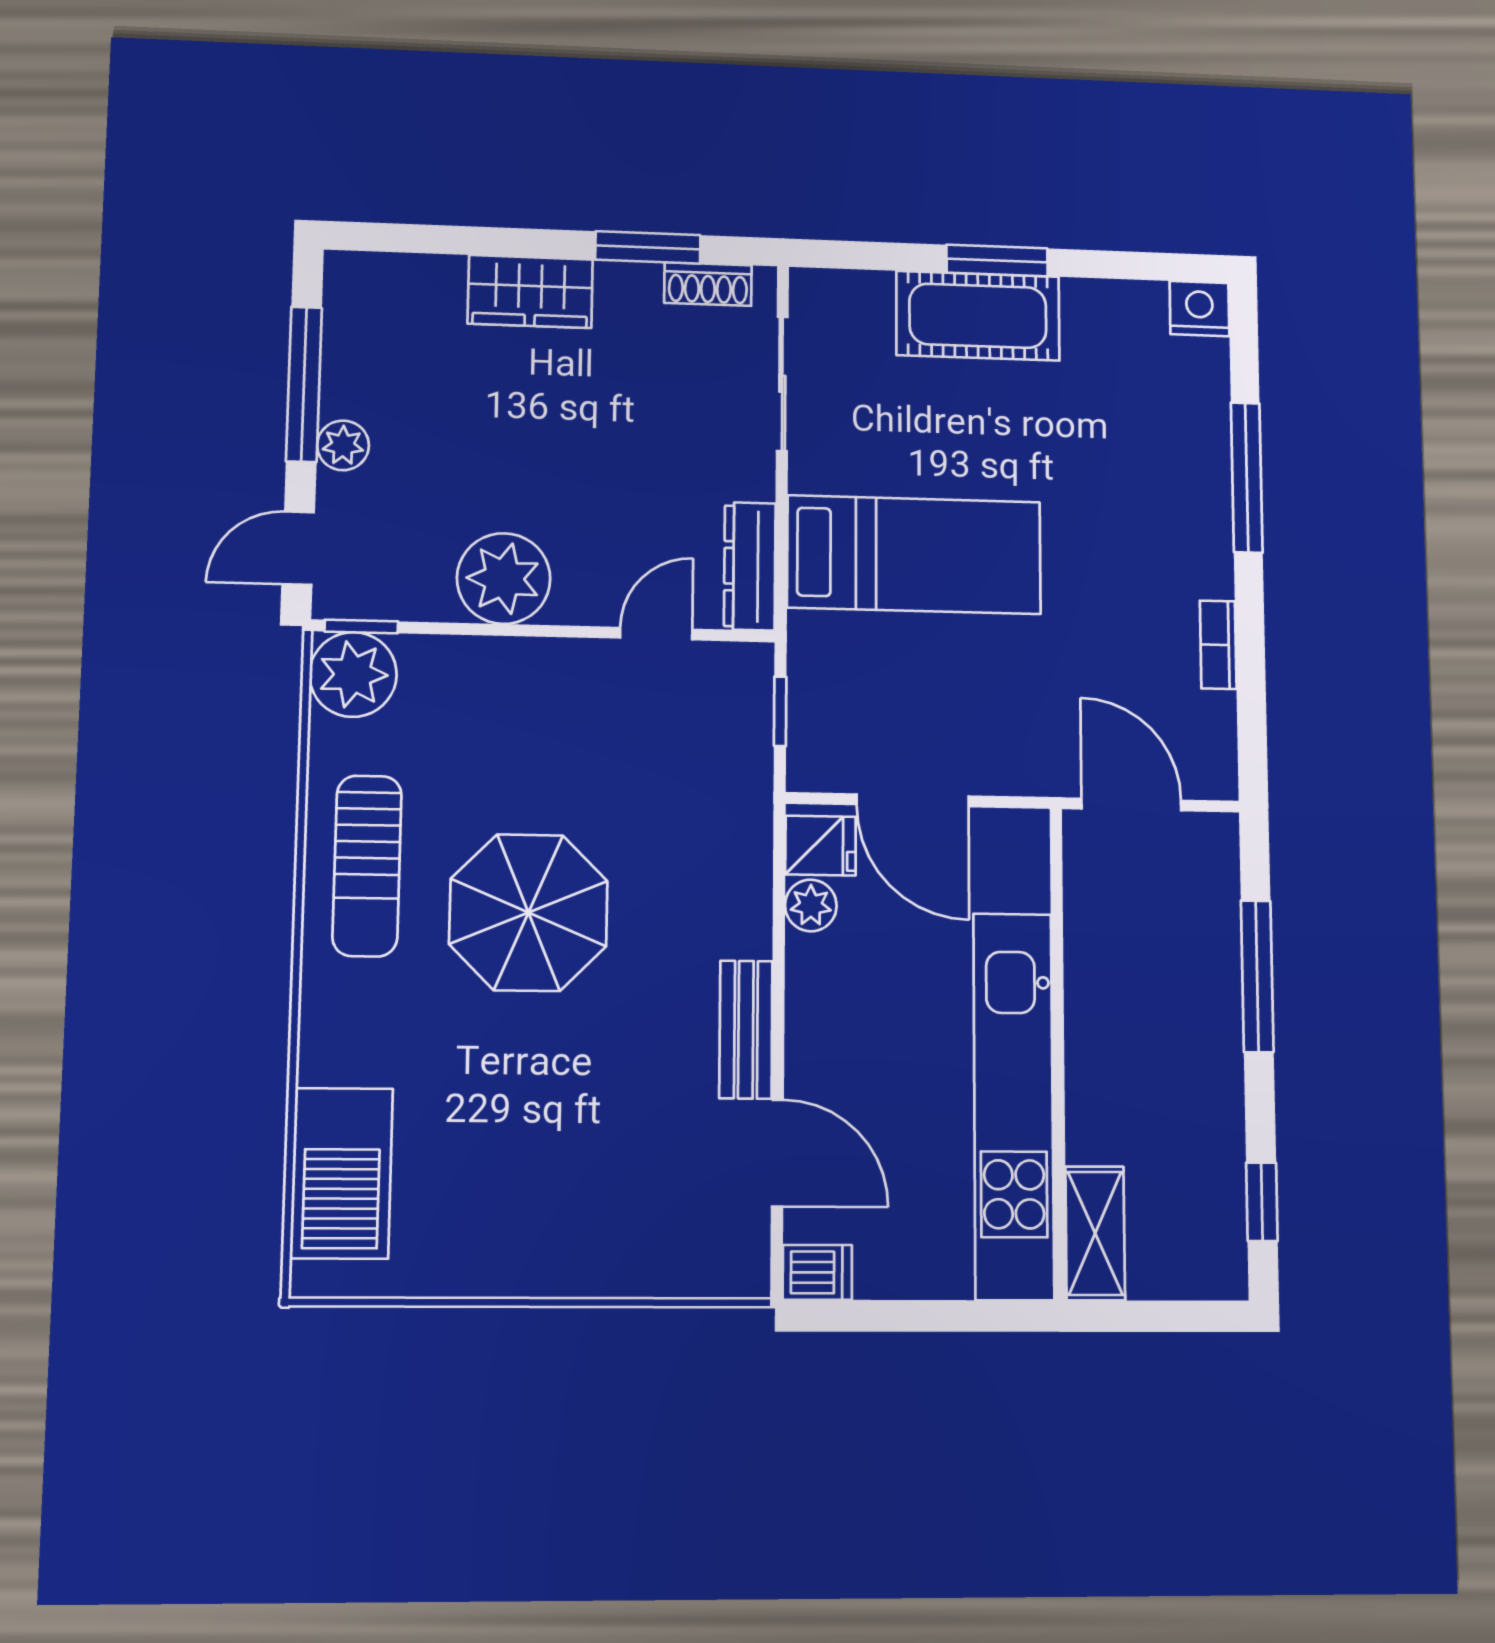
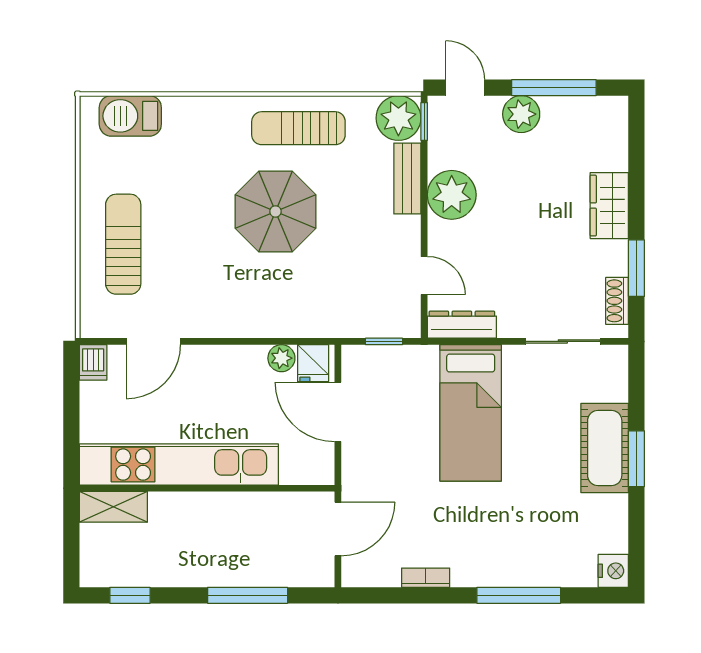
plant: (343, 445) -> (521, 114), width x1.38, depth x1.38
door: (913, 800) -> (338, 412), hinge flipped
bench: (746, 1030) -> (407, 179), moved, turned 90
barbecue: (342, 1173) -> (130, 116), width x0.73, depth x0.83
sun lounger: (587, 1211) -> (123, 244), added

